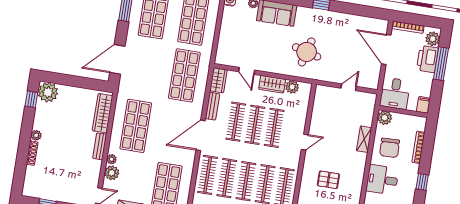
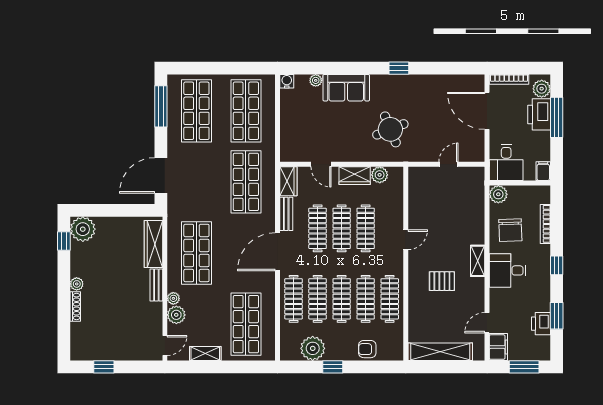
round table: (307, 52) -> (390, 129), turned -37
shelving: (364, 139) -> (478, 261), moved

